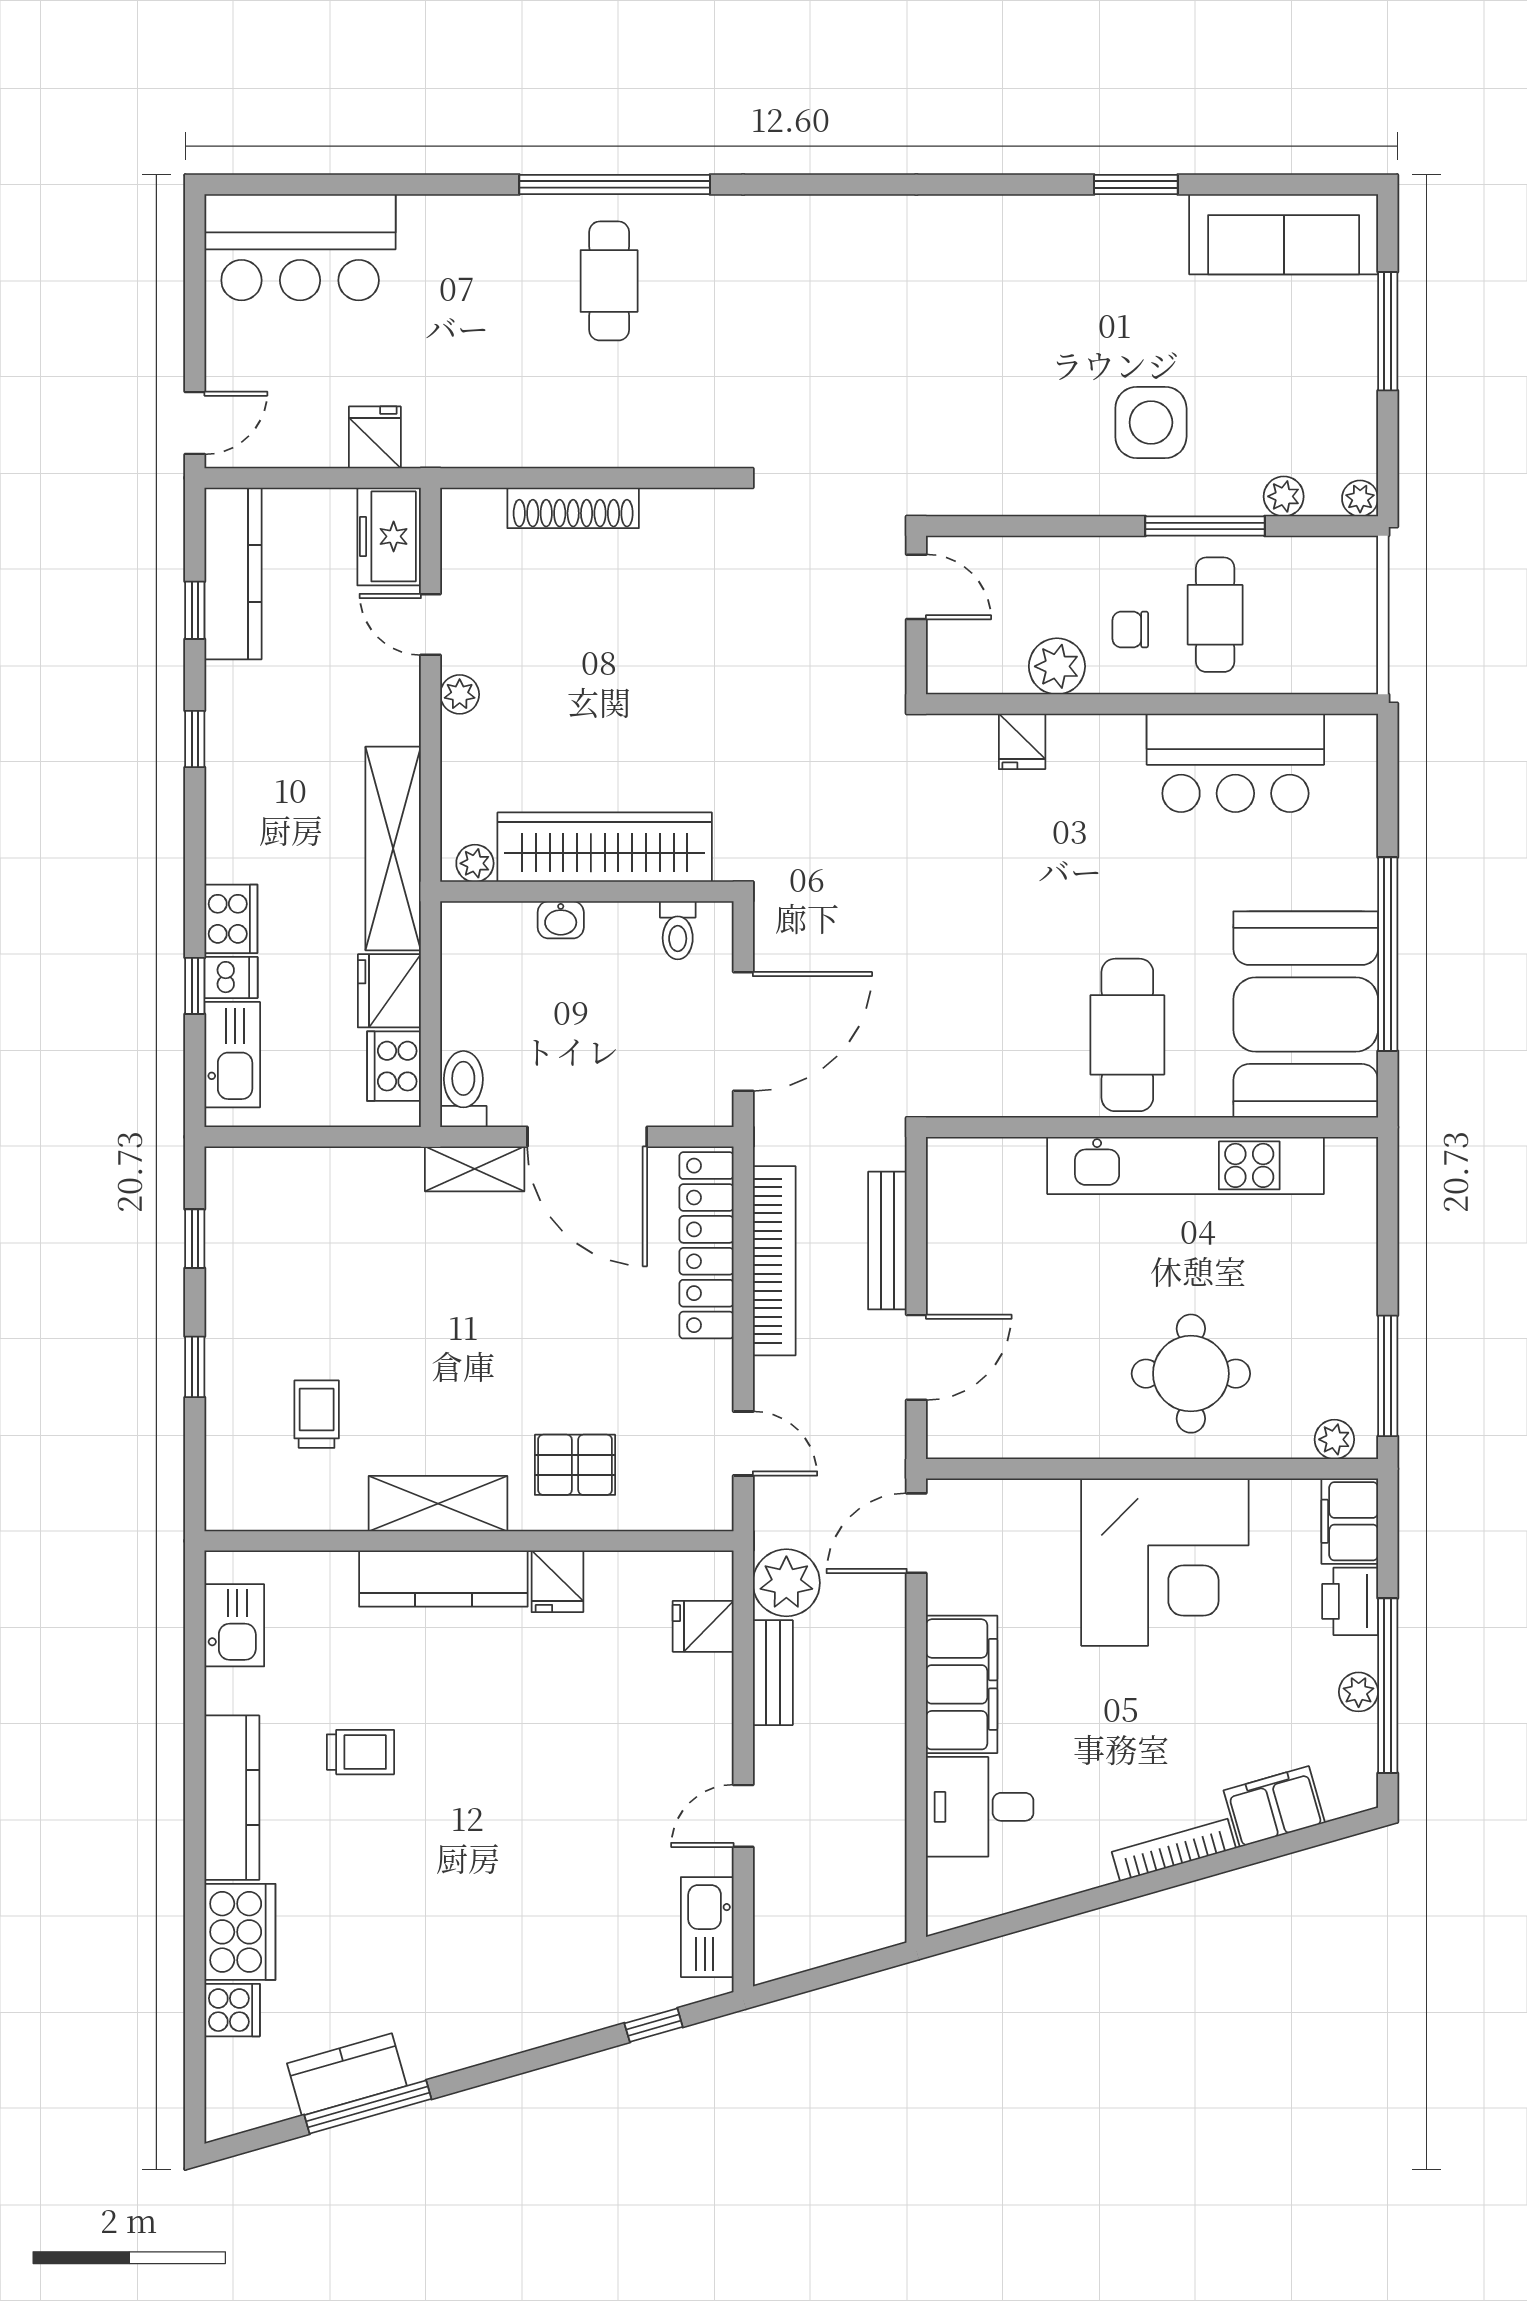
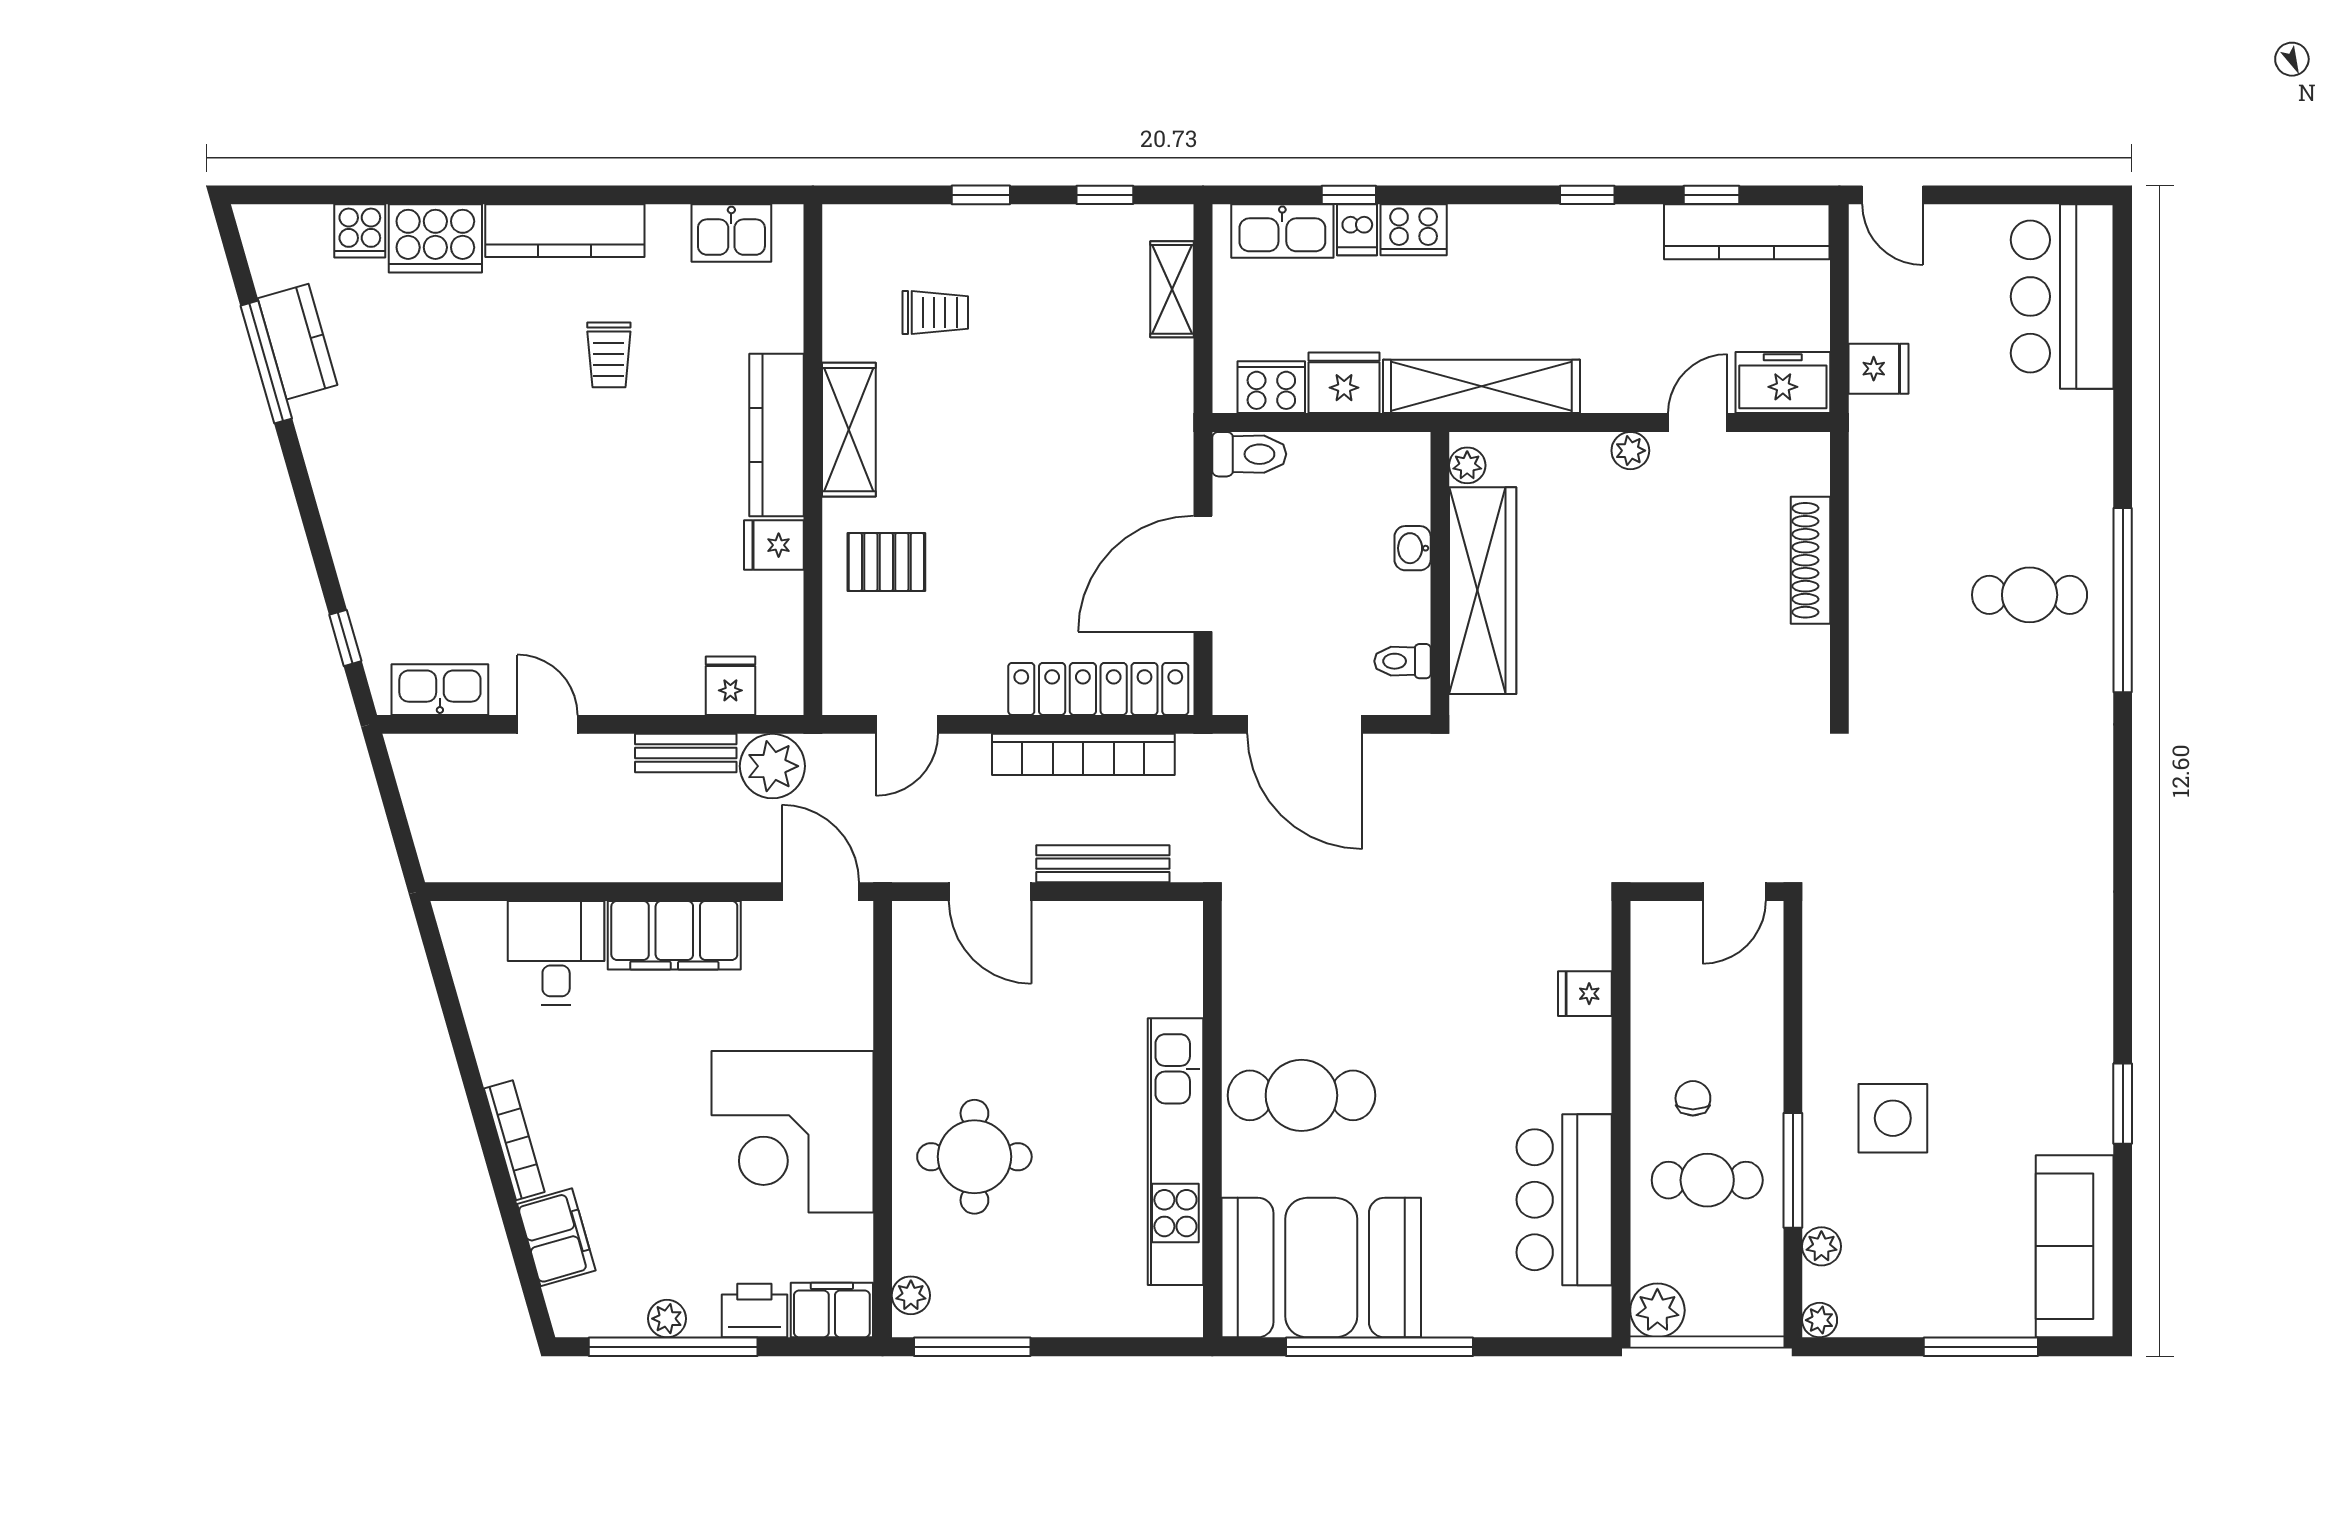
plant: (1057, 666) -> (1657, 1310), moved
shelving: (475, 1169) -> (1172, 289), moved
pallet: (575, 1465) -> (886, 562), turned 90

